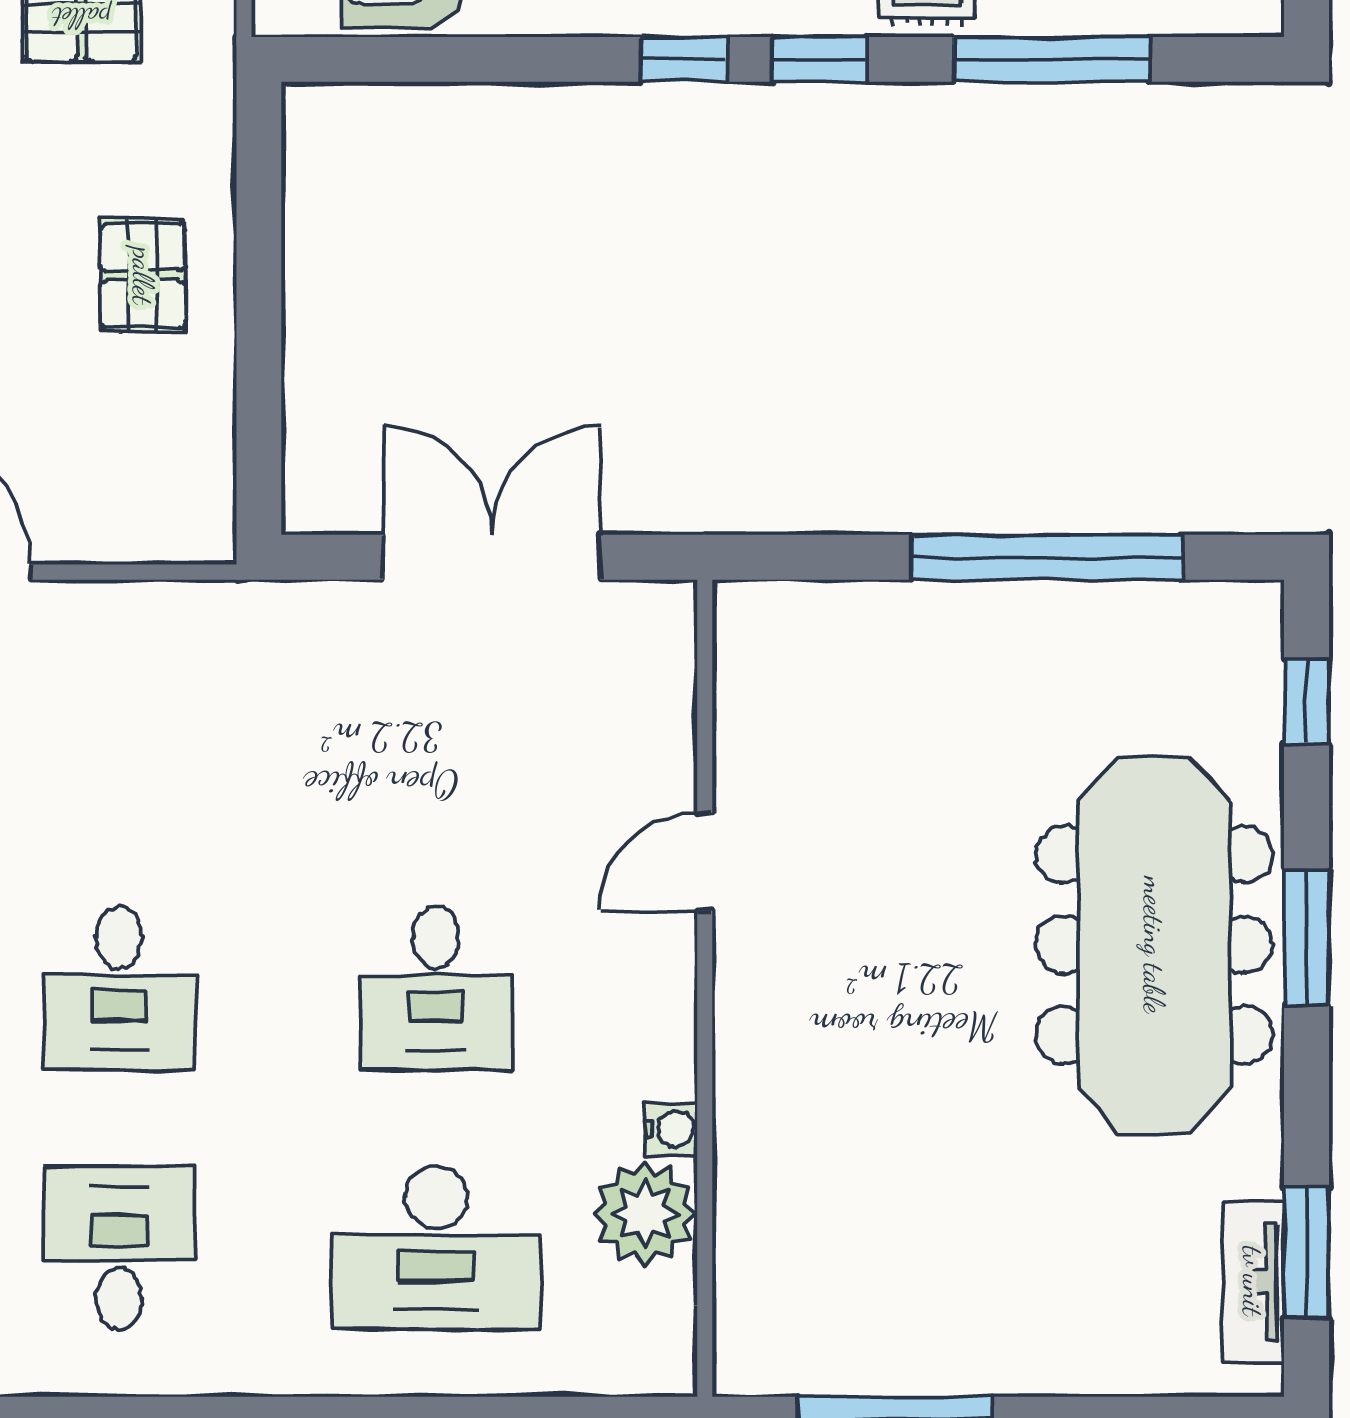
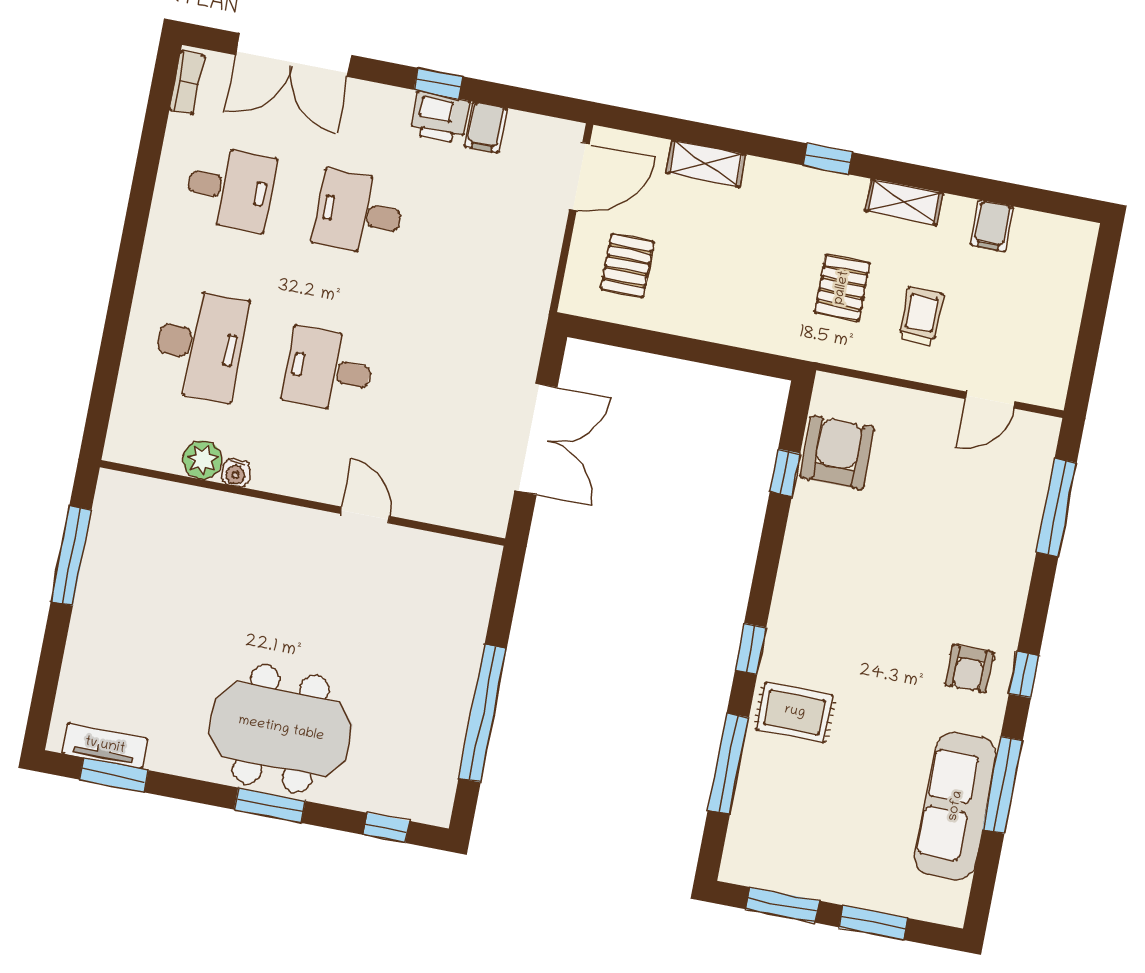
window: (684, 59) -> (785, 472), moved
pallet: (143, 276) -> (627, 265), moved, turned 90
meeting table: (1154, 945) -> (281, 729), width x0.73
plant: (645, 1213) -> (202, 460), width x0.73, depth x0.73
desk: (436, 1248) -> (200, 345), turned 180

